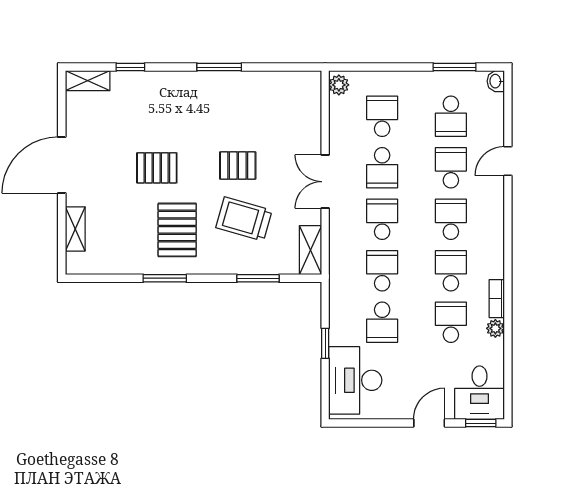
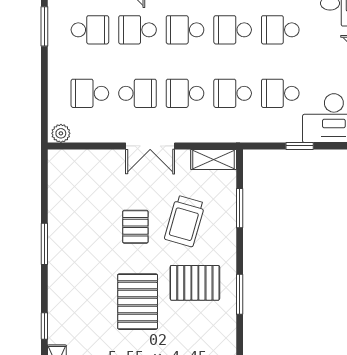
pallet: (157, 168) -> (138, 302), width x1.50, depth x1.42
school desk: (382, 322) -> (280, 93), turned 180

